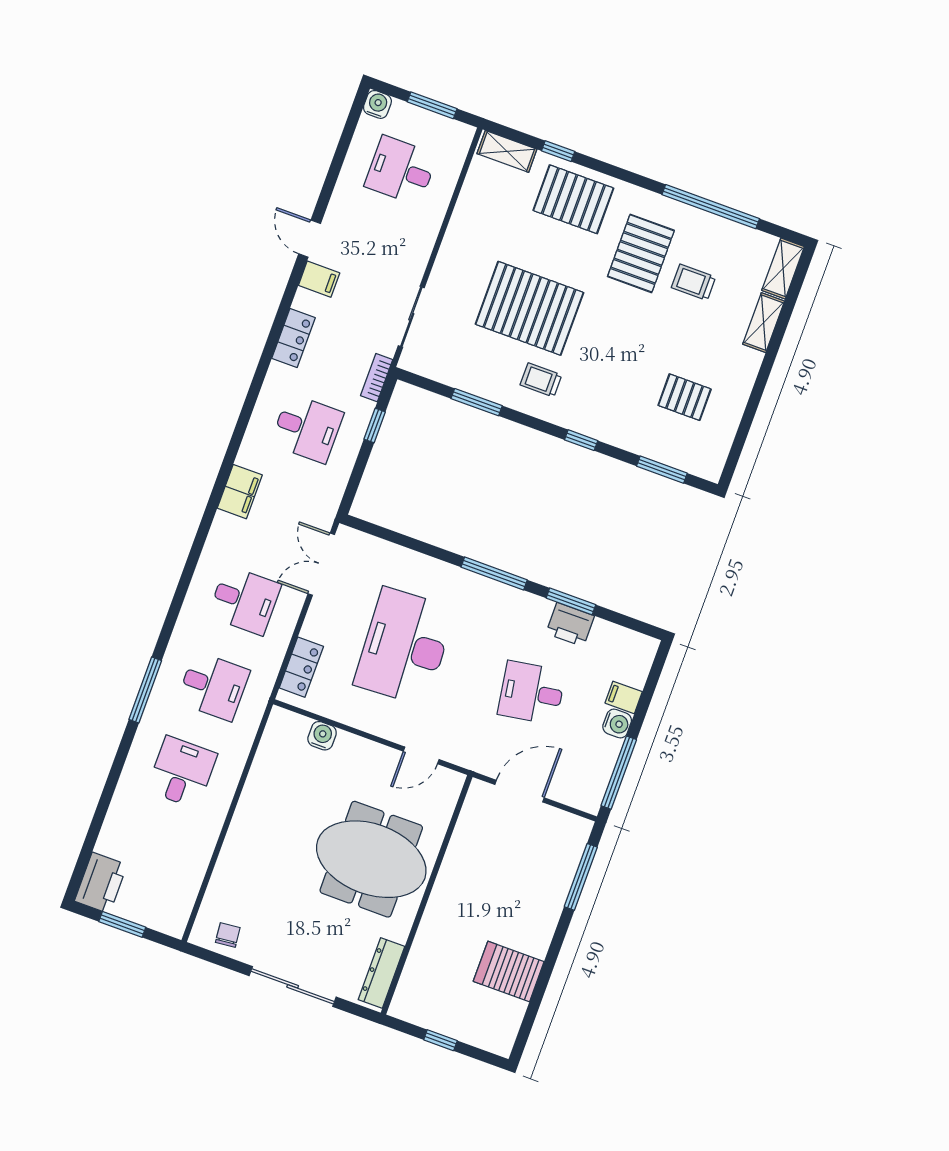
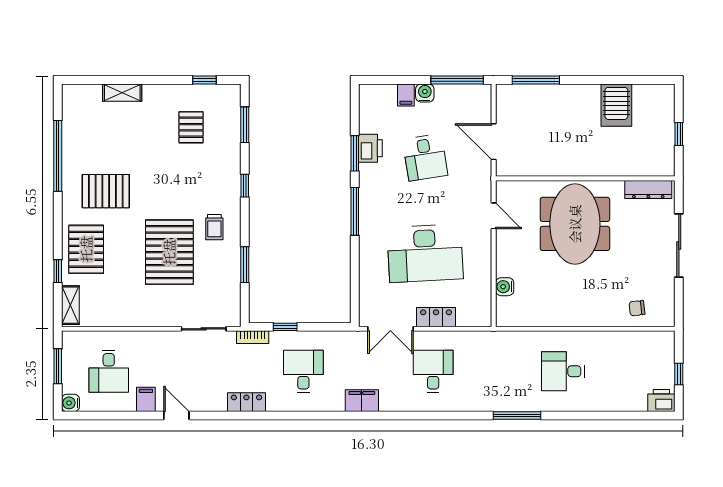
door: (310, 239) -> (176, 416), swing flipped
shelving: (783, 268) -> (81, 93), removed
filing cabinet: (319, 279) -> (146, 399), moved
trolley: (693, 282) -> (112, 149), removed
window: (741, 438) -> (204, 80), added
locker: (301, 667) -> (436, 317), moved
desk: (213, 686) -> (498, 371), removed
printer: (101, 883) -> (661, 401), width x0.73, depth x0.84
window: (122, 924) -> (679, 374), width x0.67
chair: (228, 935) -> (637, 308), moved

